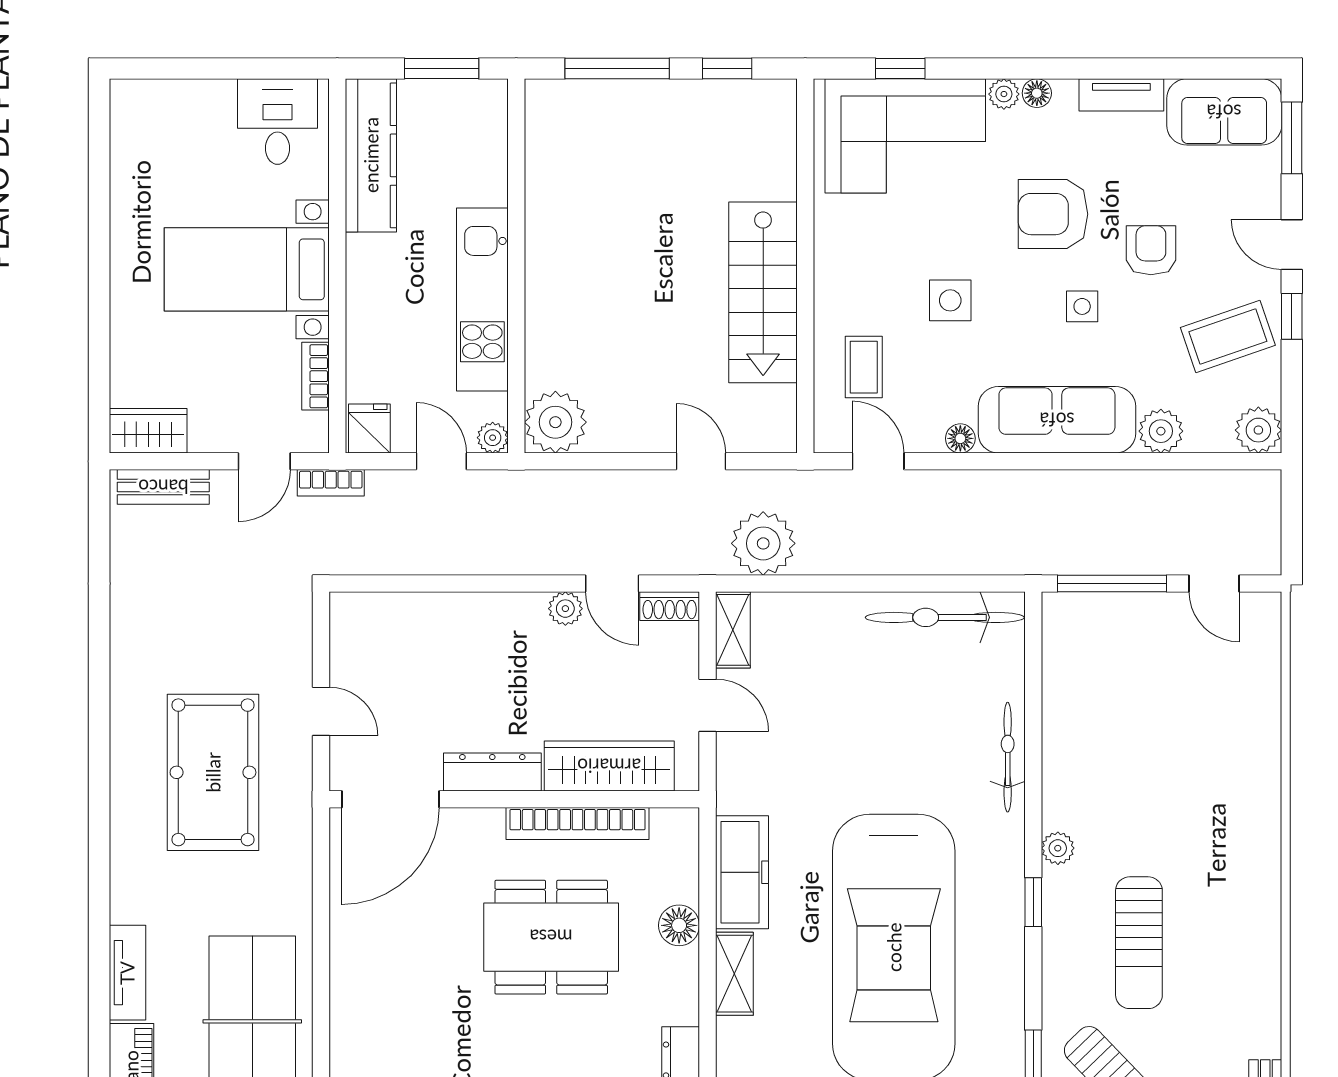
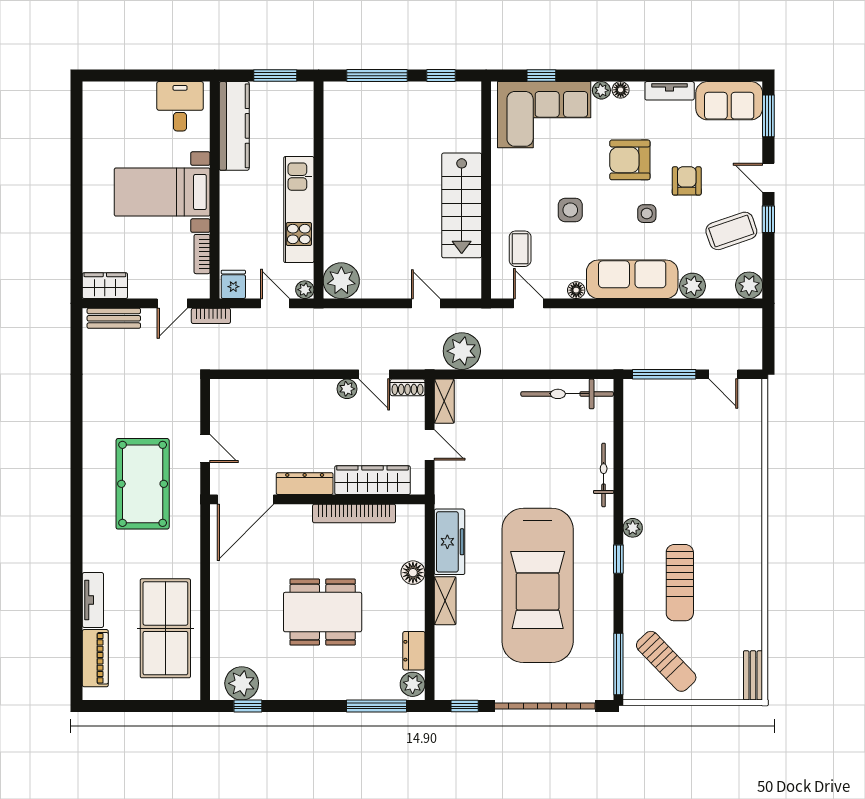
dining table: (551, 937) -> (323, 612), moved

